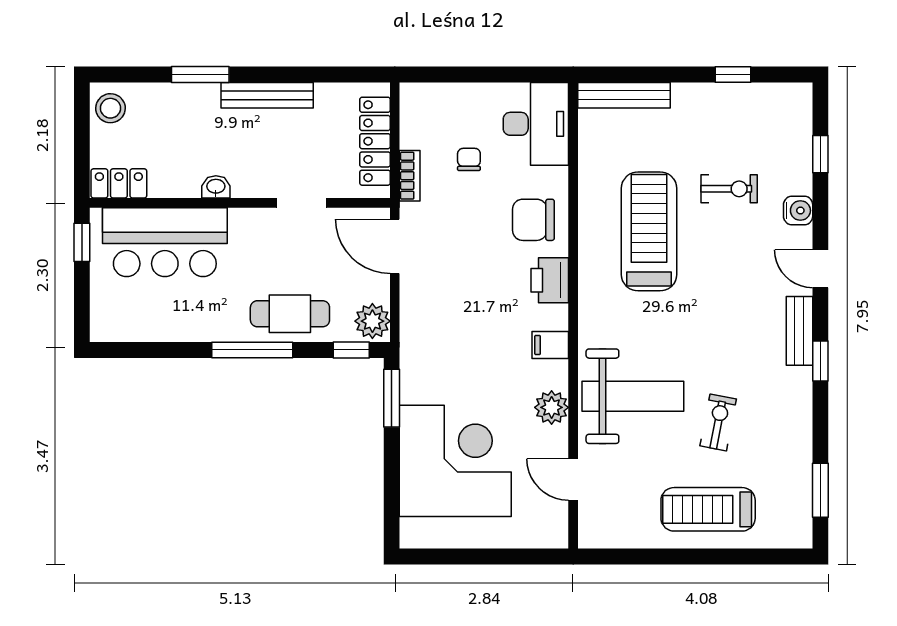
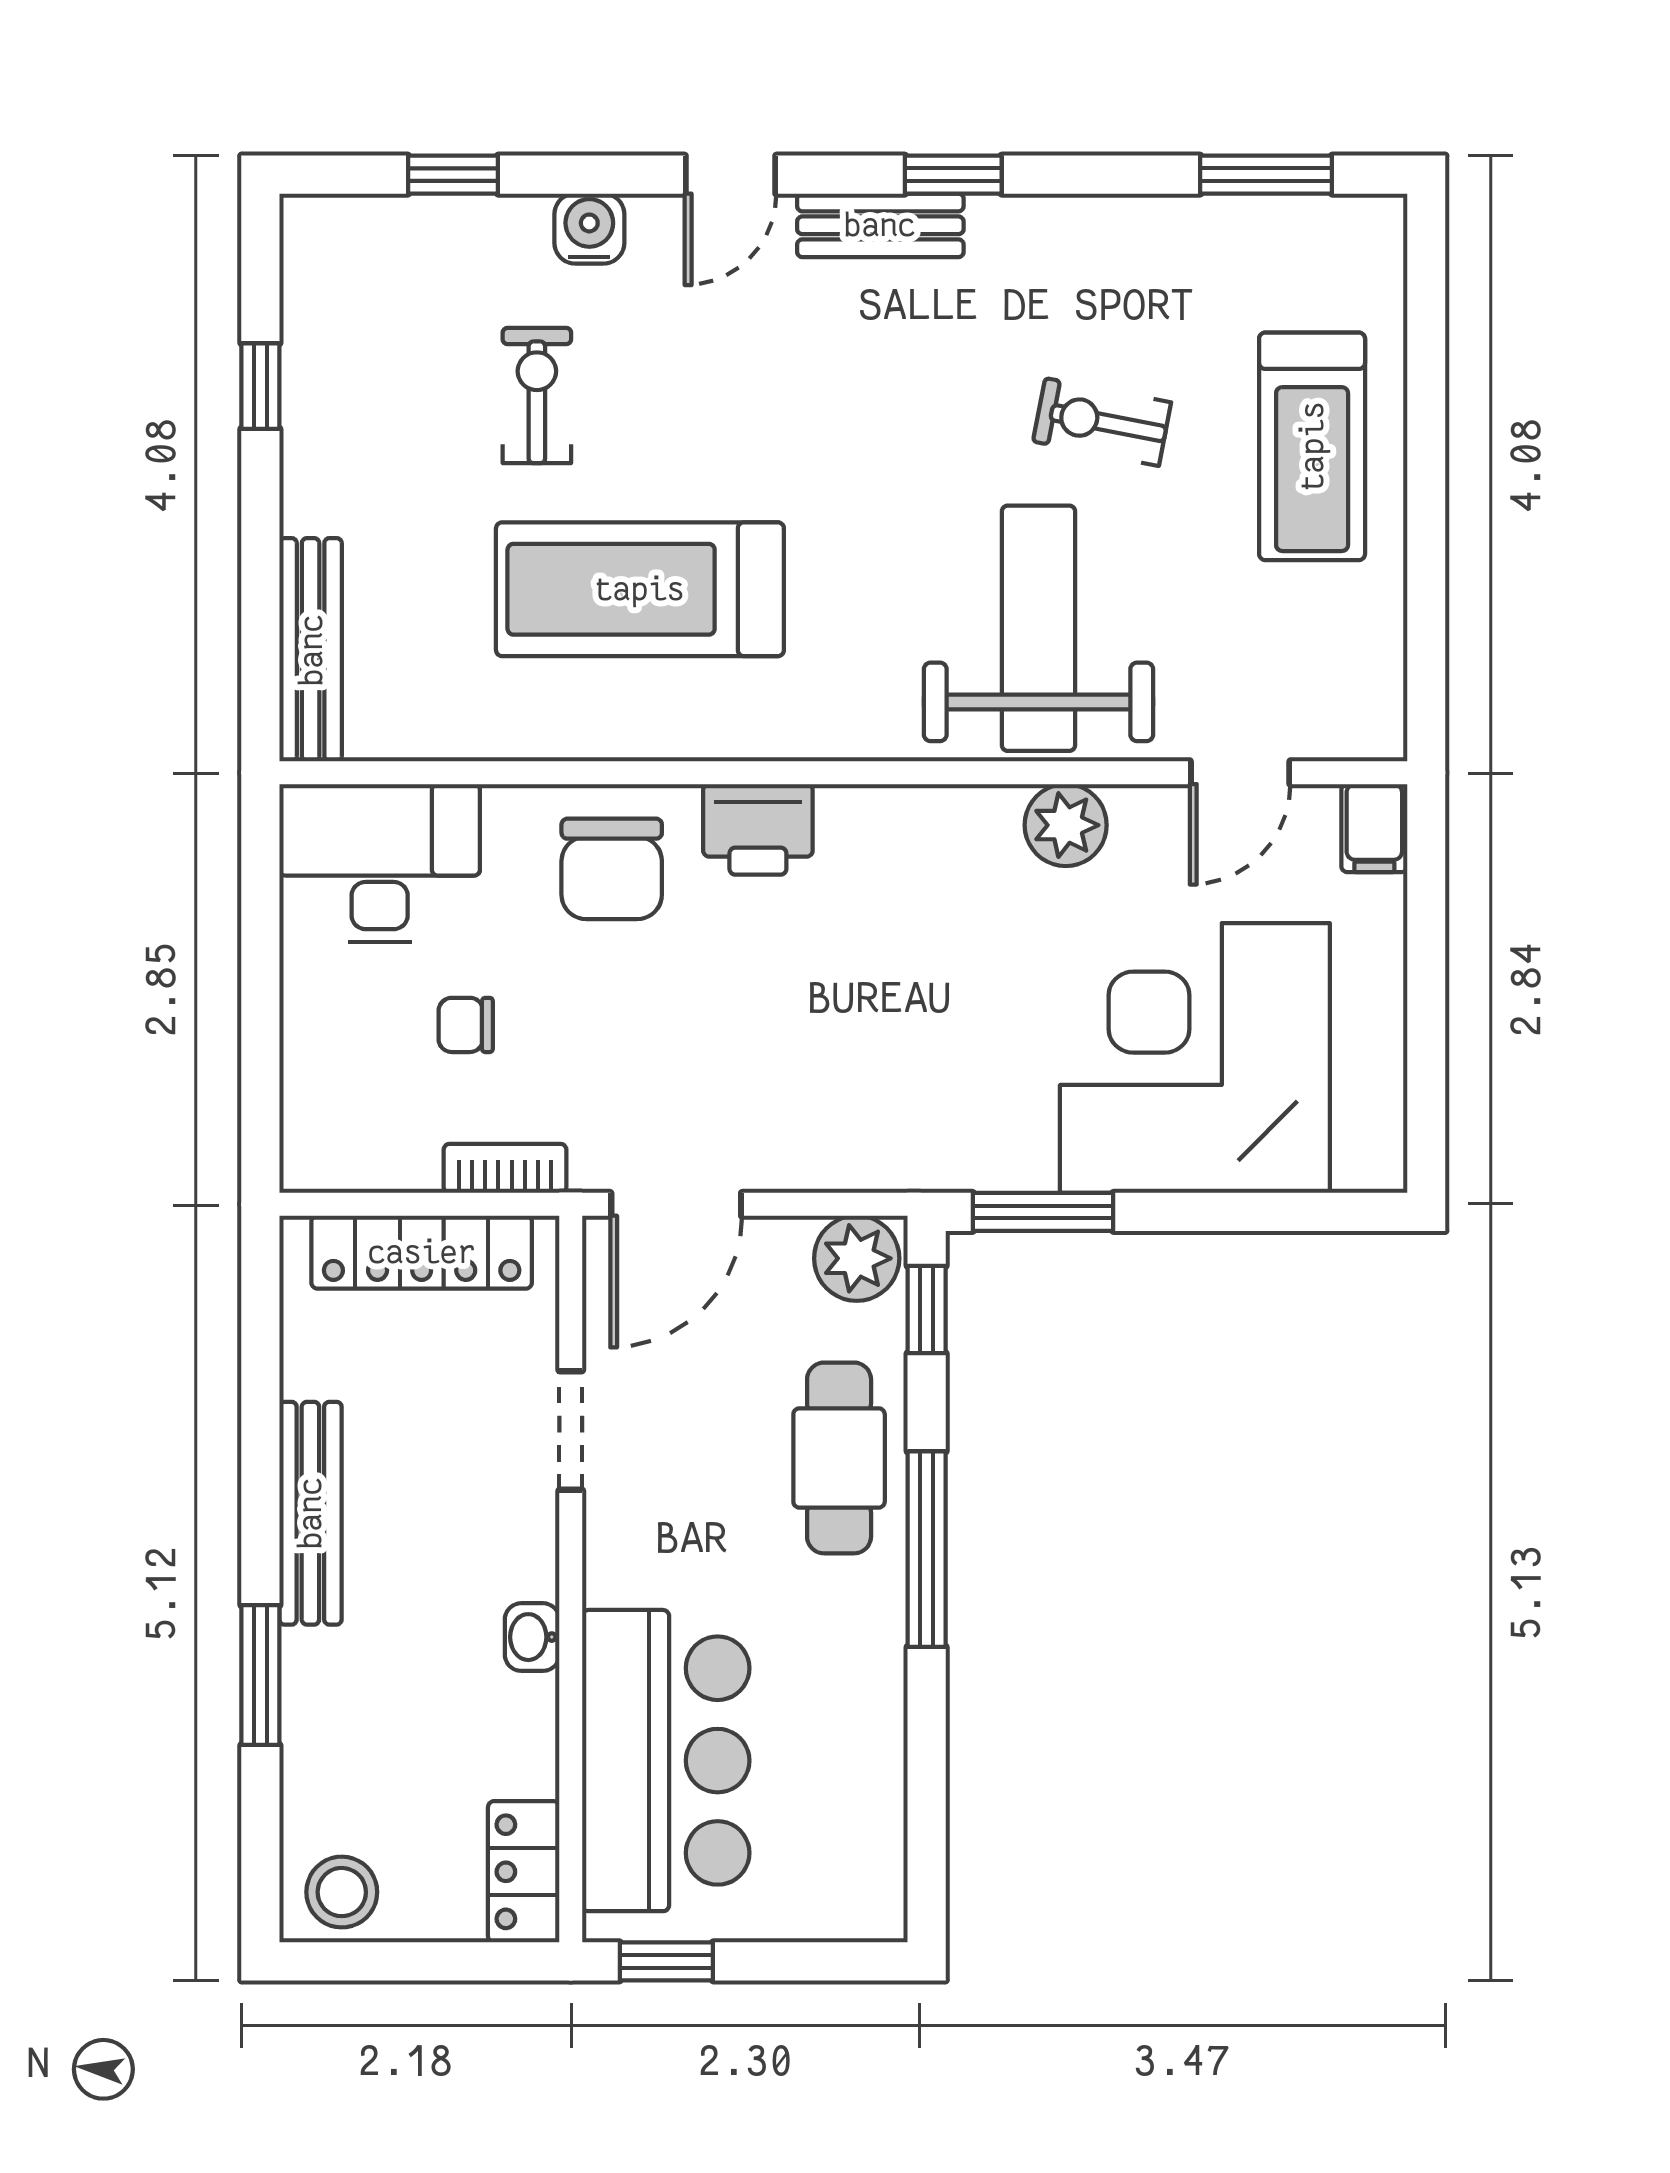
filing cabinet: (550, 345) -> (1374, 828), moved

